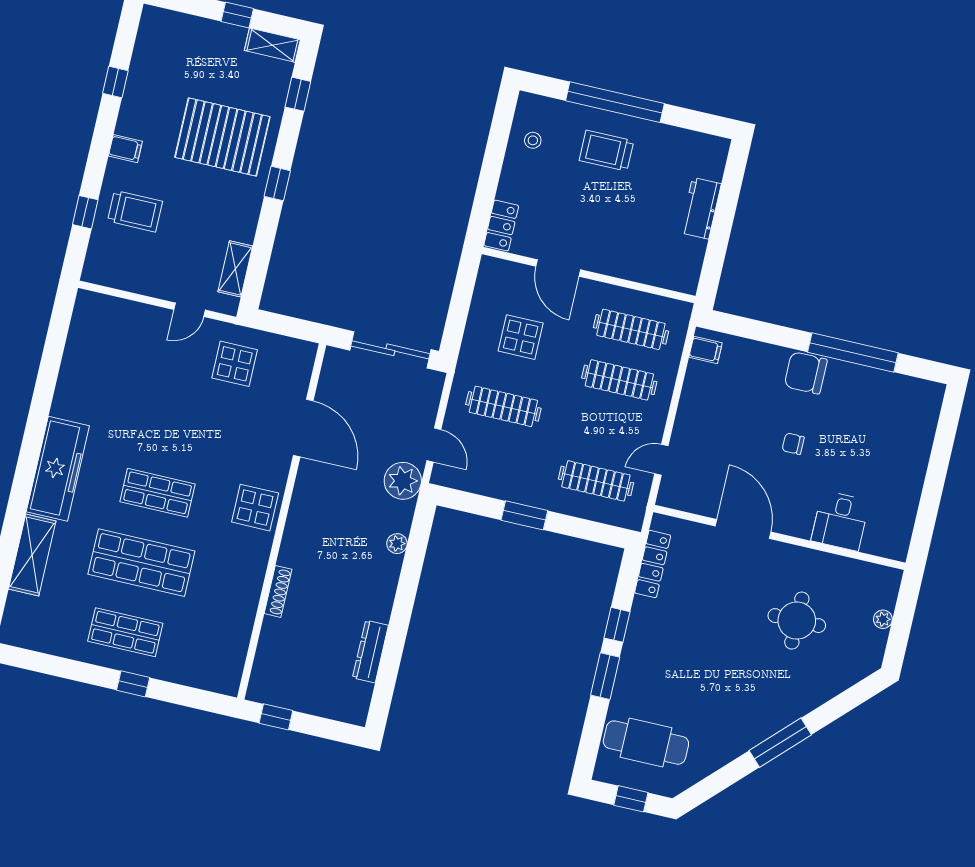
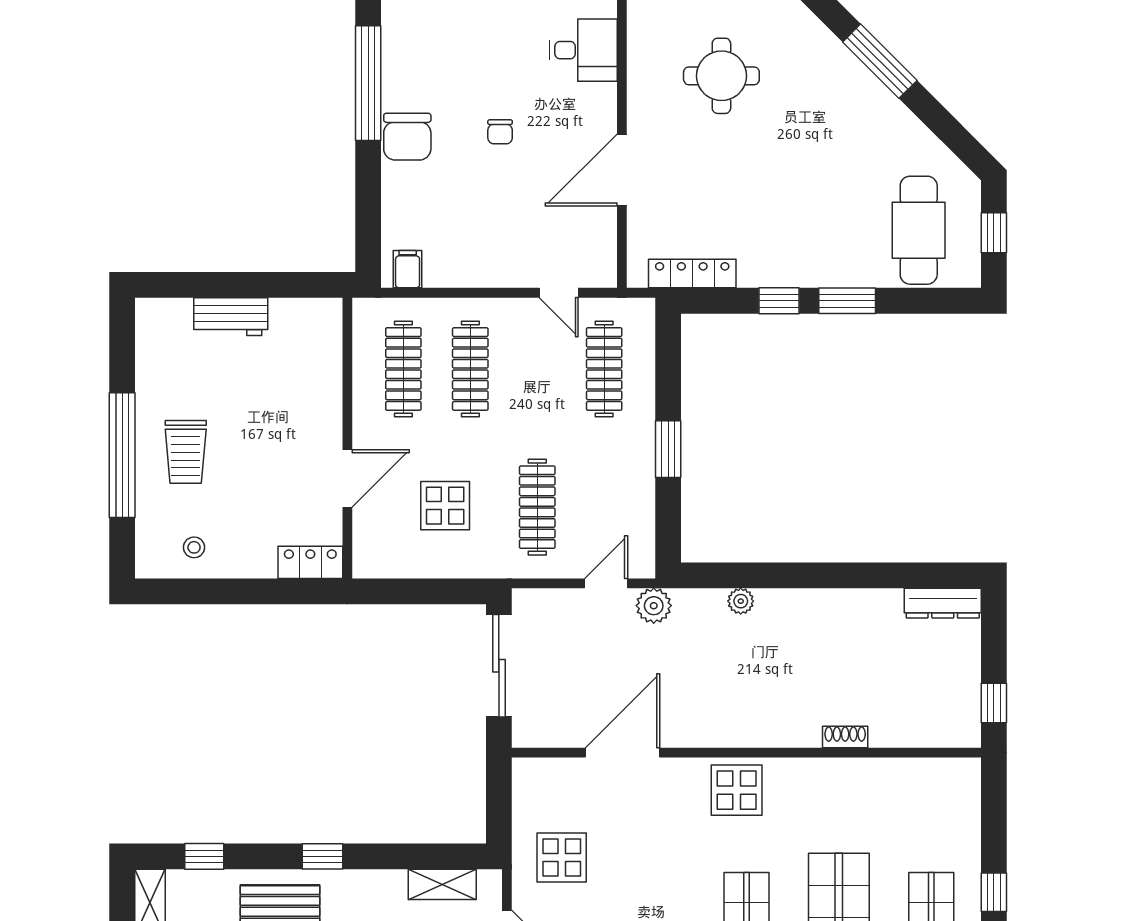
plant: (403, 481) -> (654, 606), width x0.73, depth x0.73
shoe rack: (278, 591) -> (845, 737), width x0.70
dresser: (370, 652) -> (943, 603), moved

